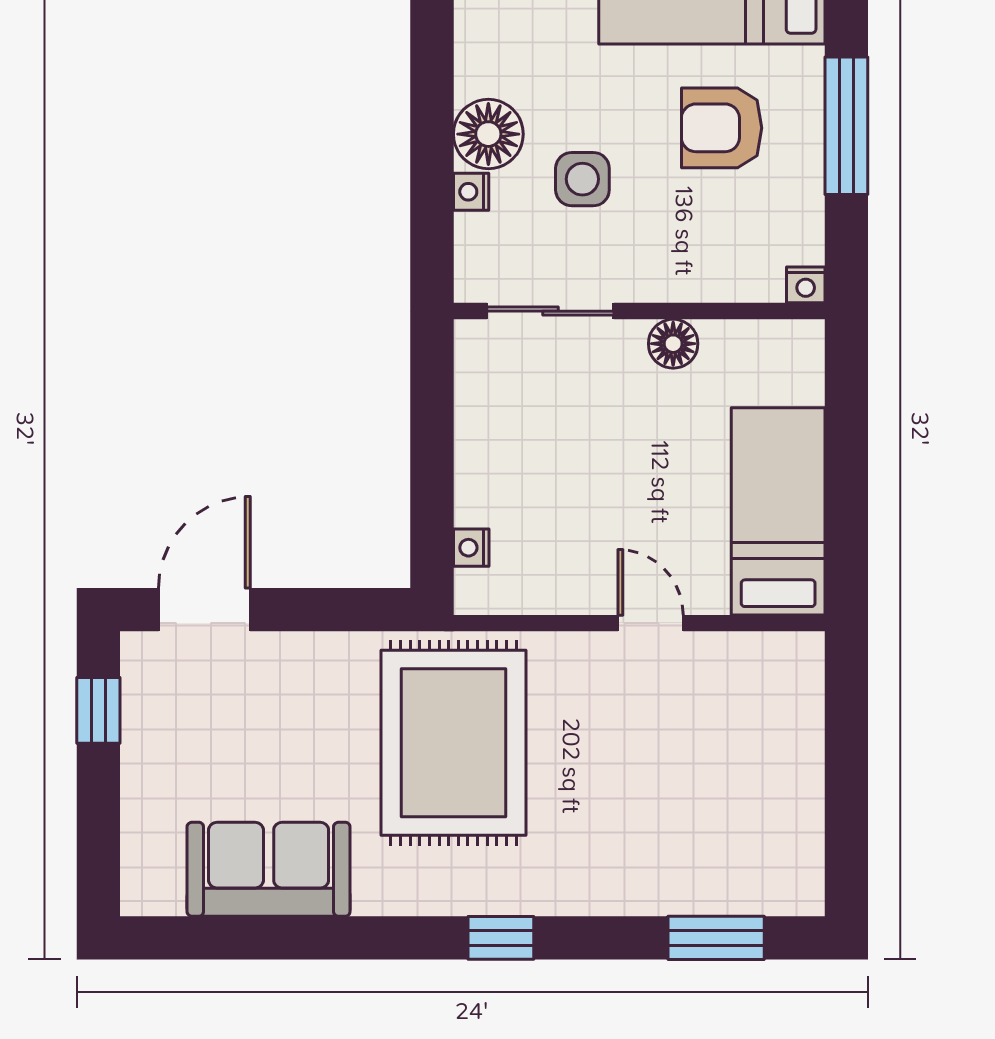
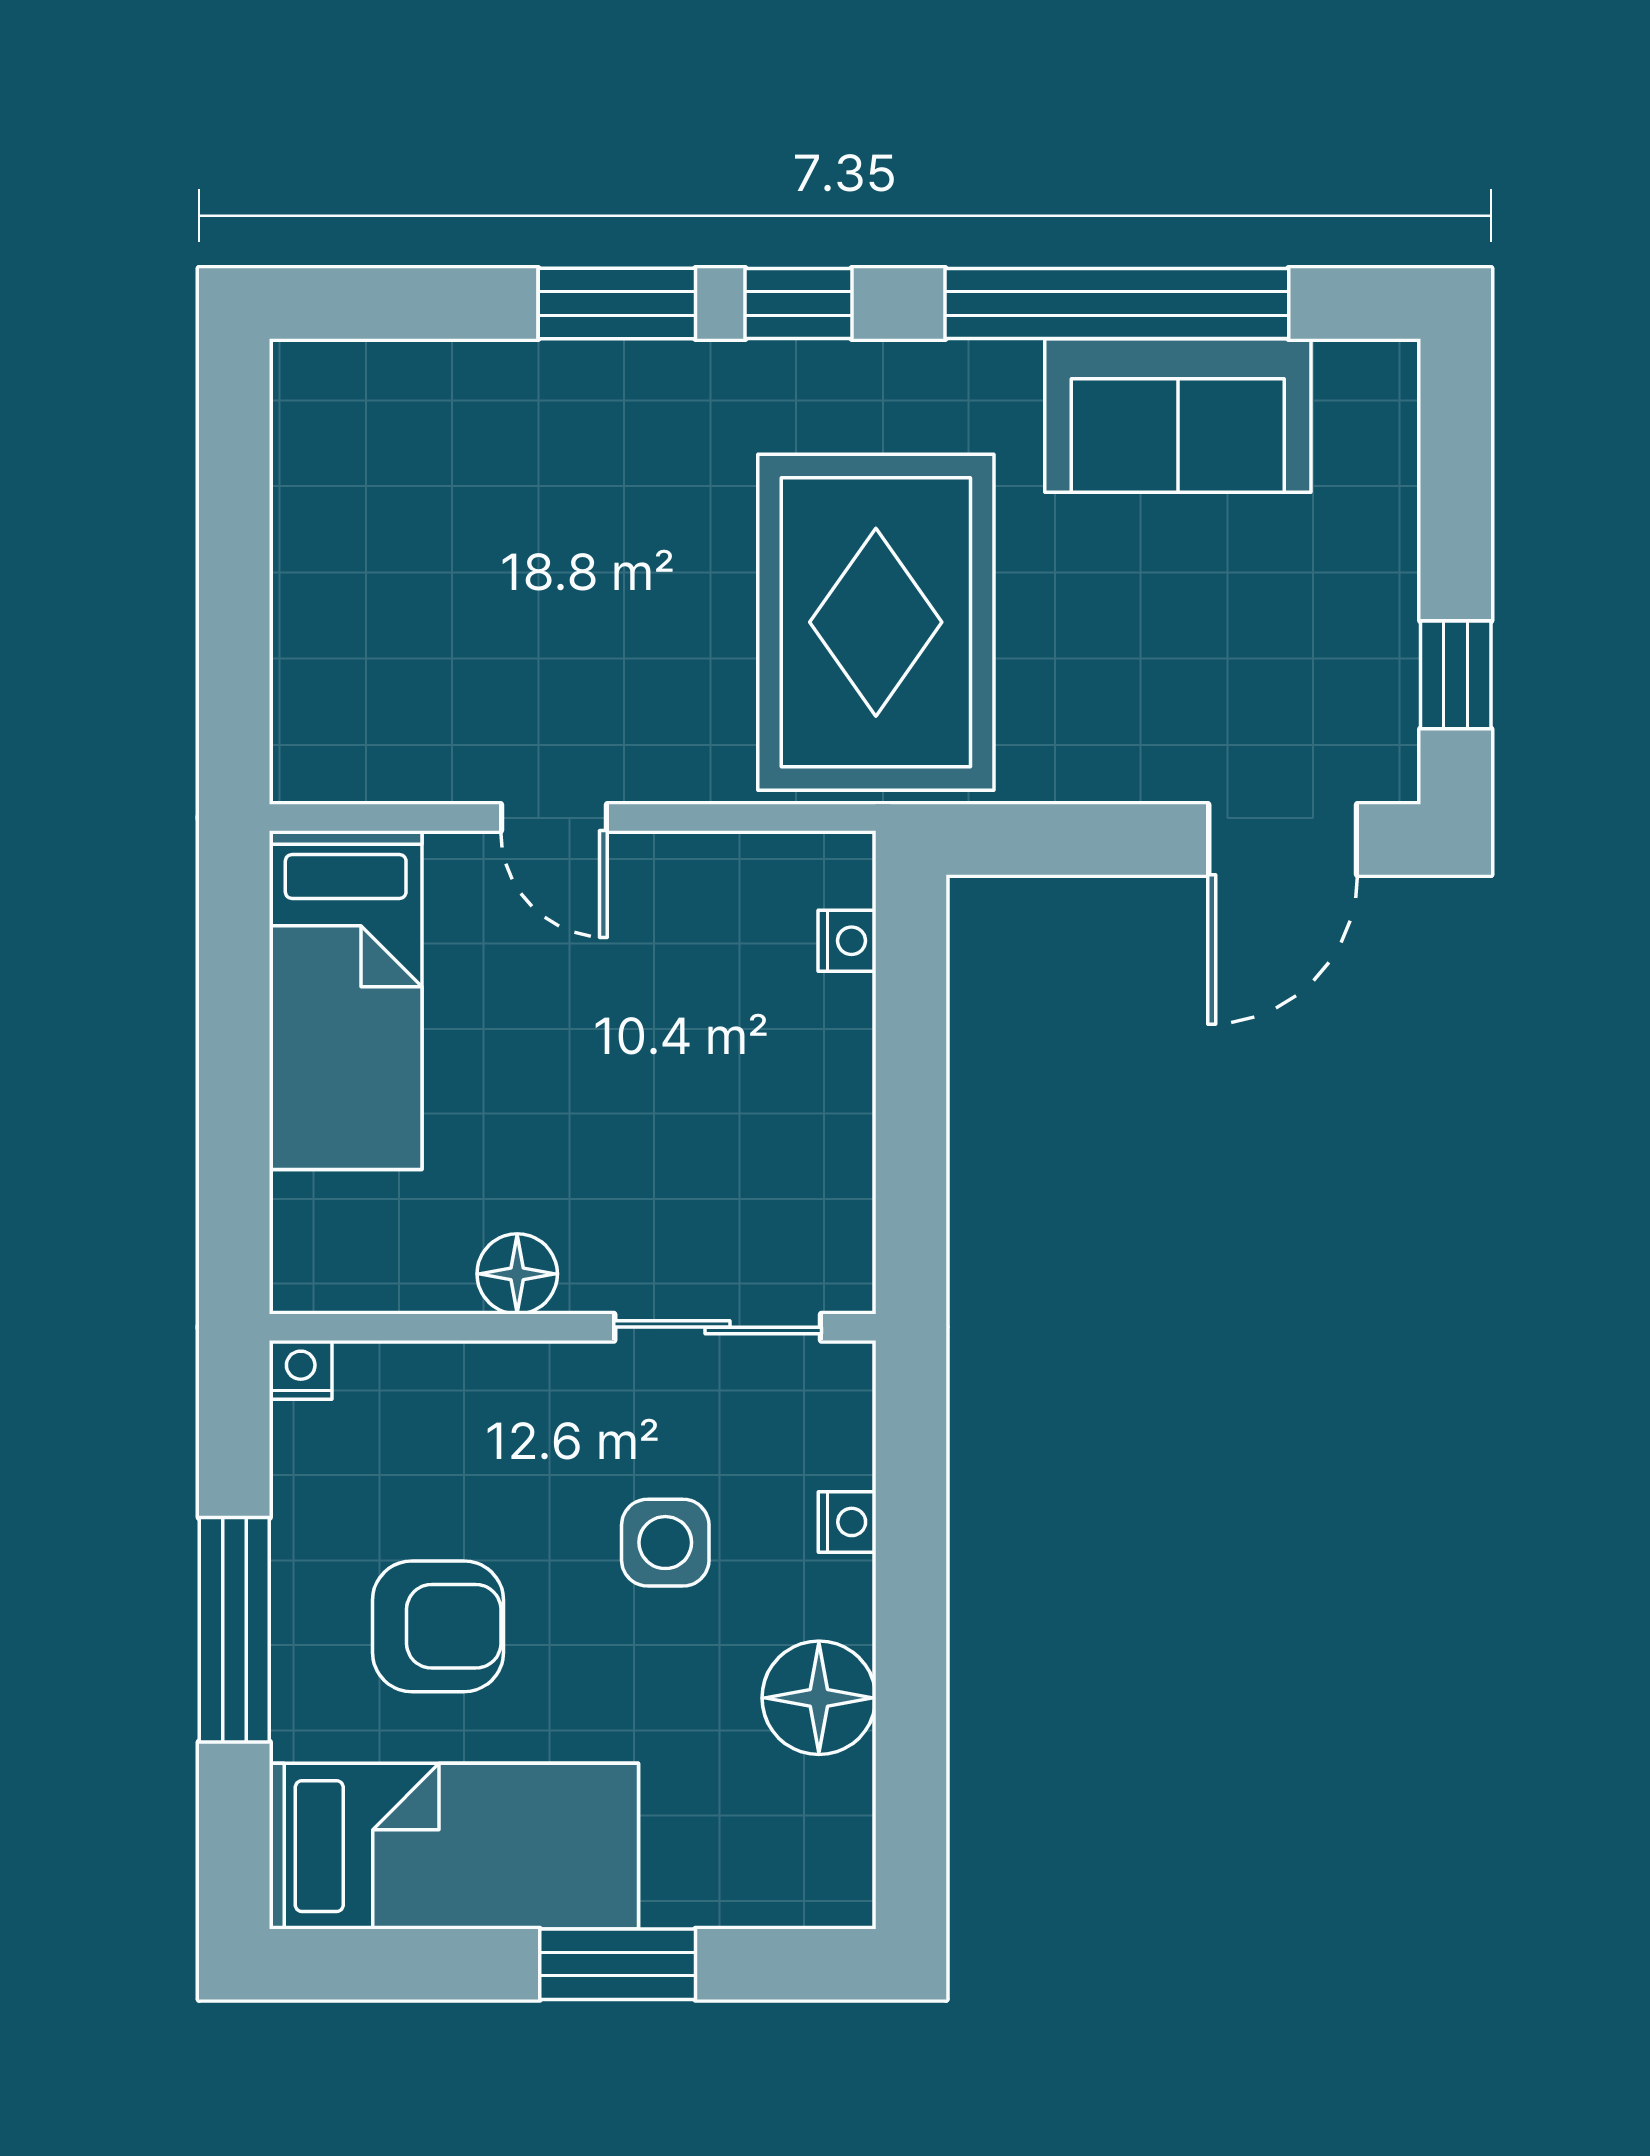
floor lamp: (488, 134) -> (819, 1698), moved
window: (306, 938) -> (1117, 304), added
window: (716, 938) -> (617, 304), moved

